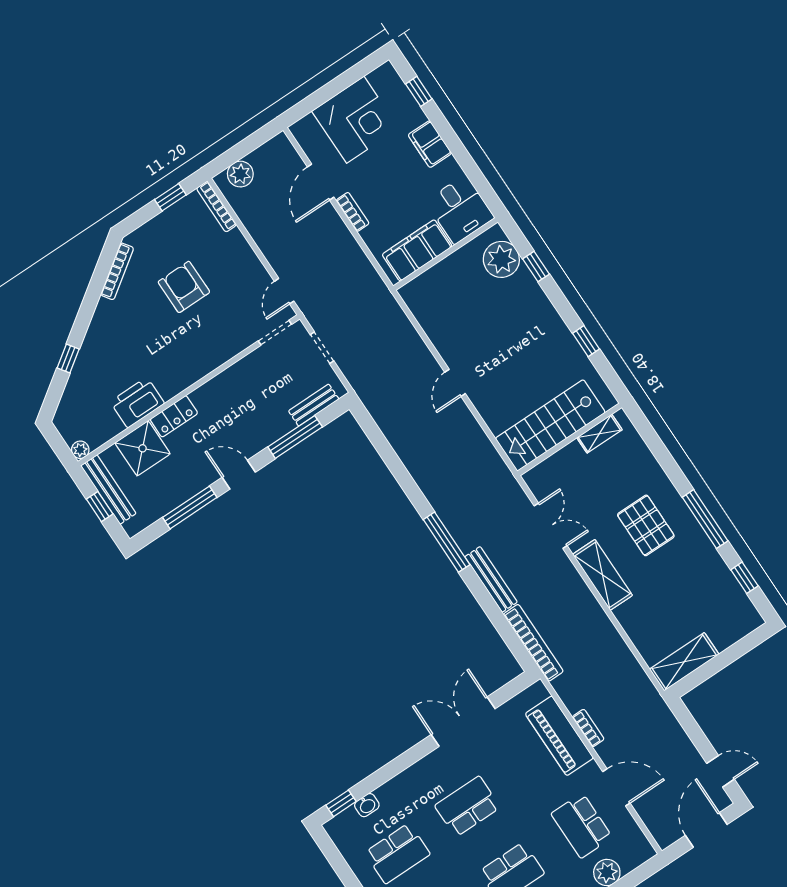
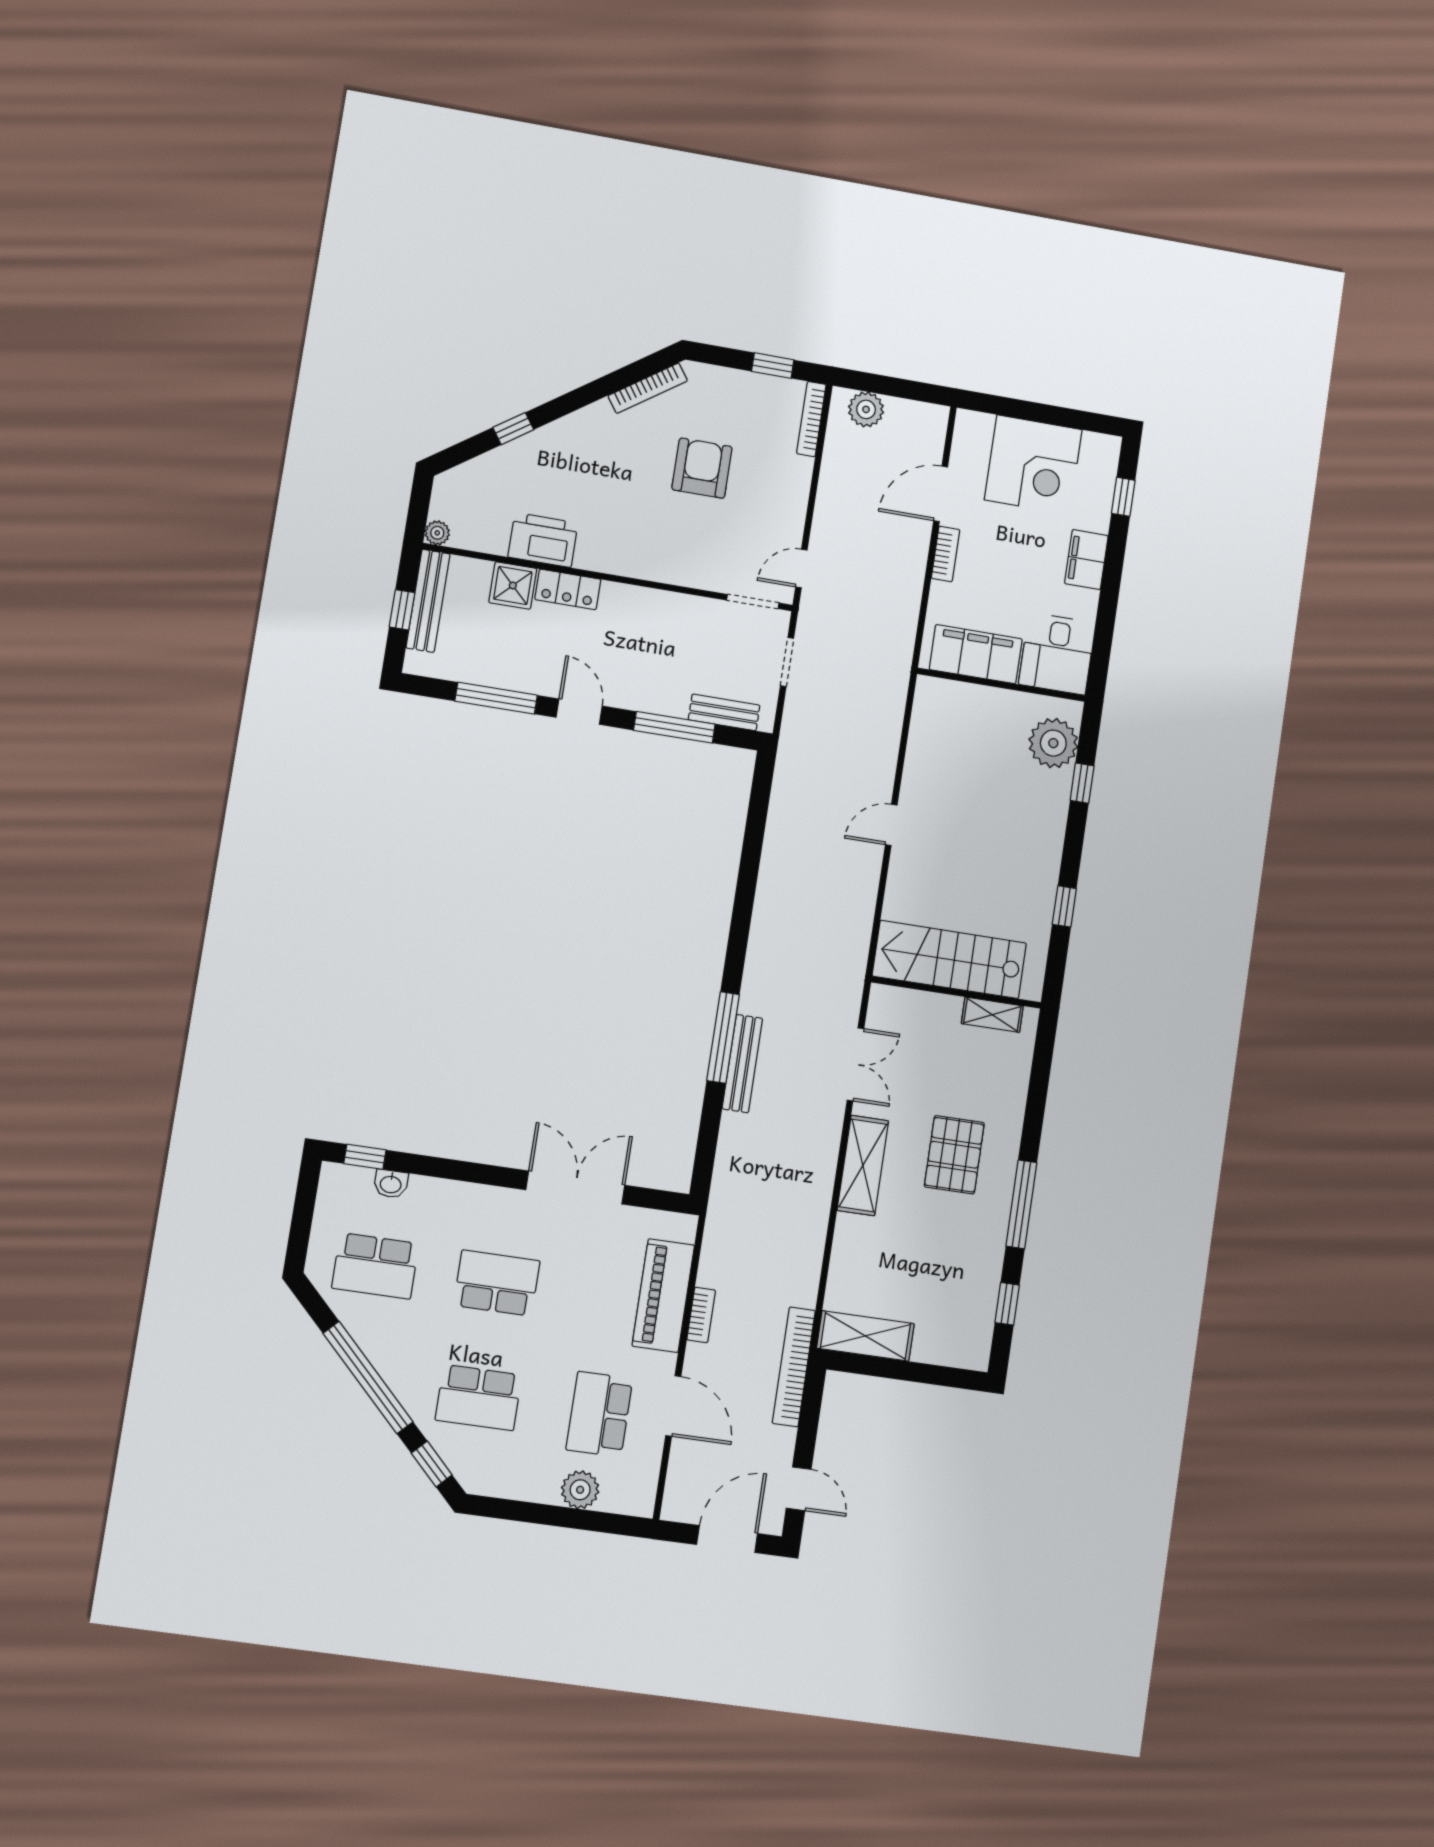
shower: (143, 448) -> (513, 586), width x0.73, depth x0.73
window: (447, 542) -> (723, 1038), moved
bookcase: (533, 643) -> (794, 1367), moved, turned 180

